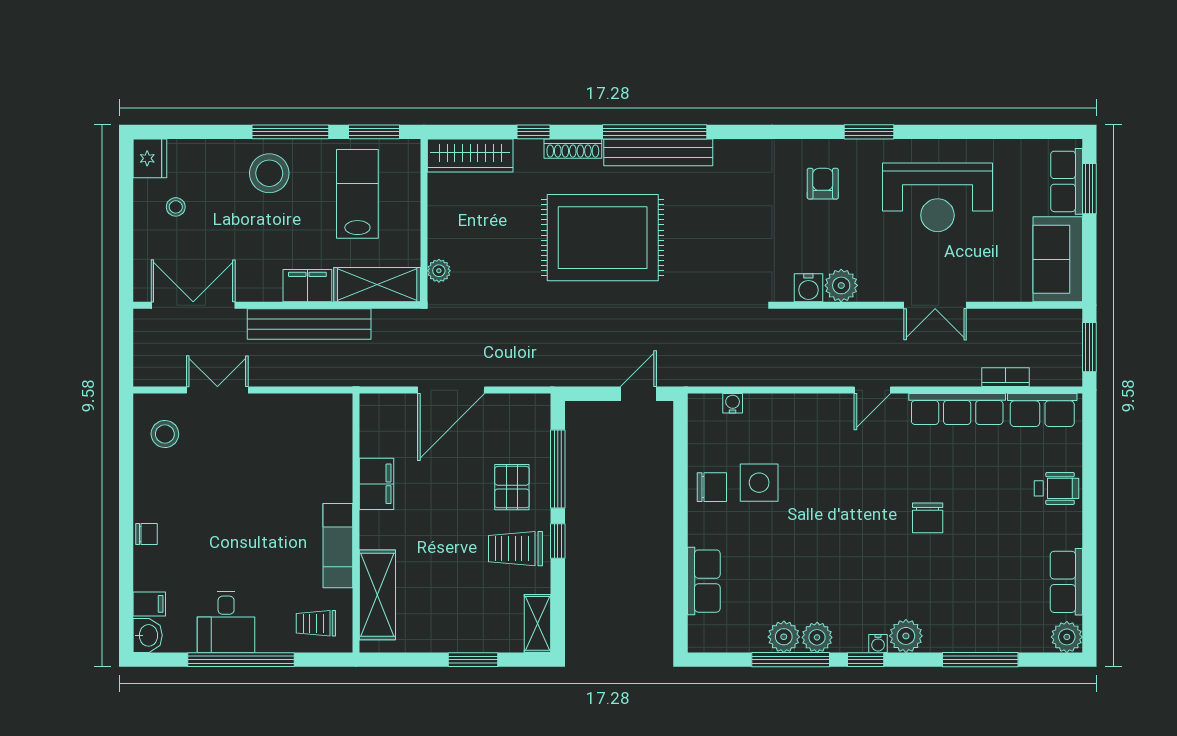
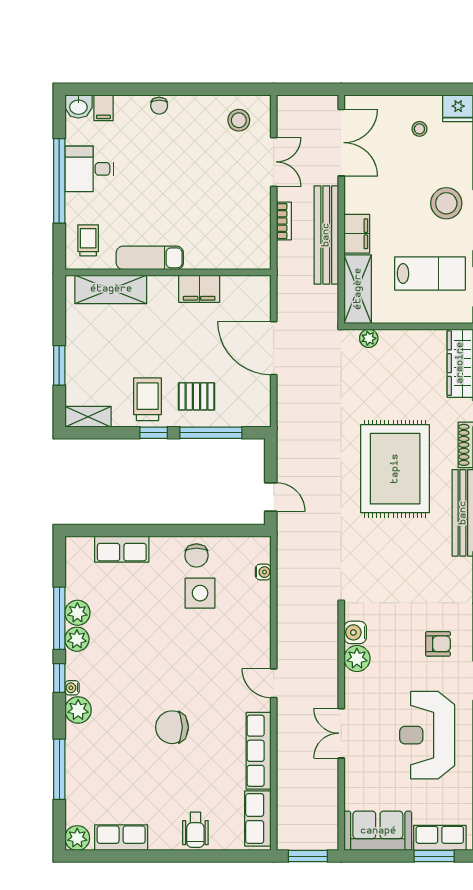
bookcase: (1006, 377) -> (284, 221), moved
chair: (928, 518) -> (172, 727), width x1.37, depth x1.37

